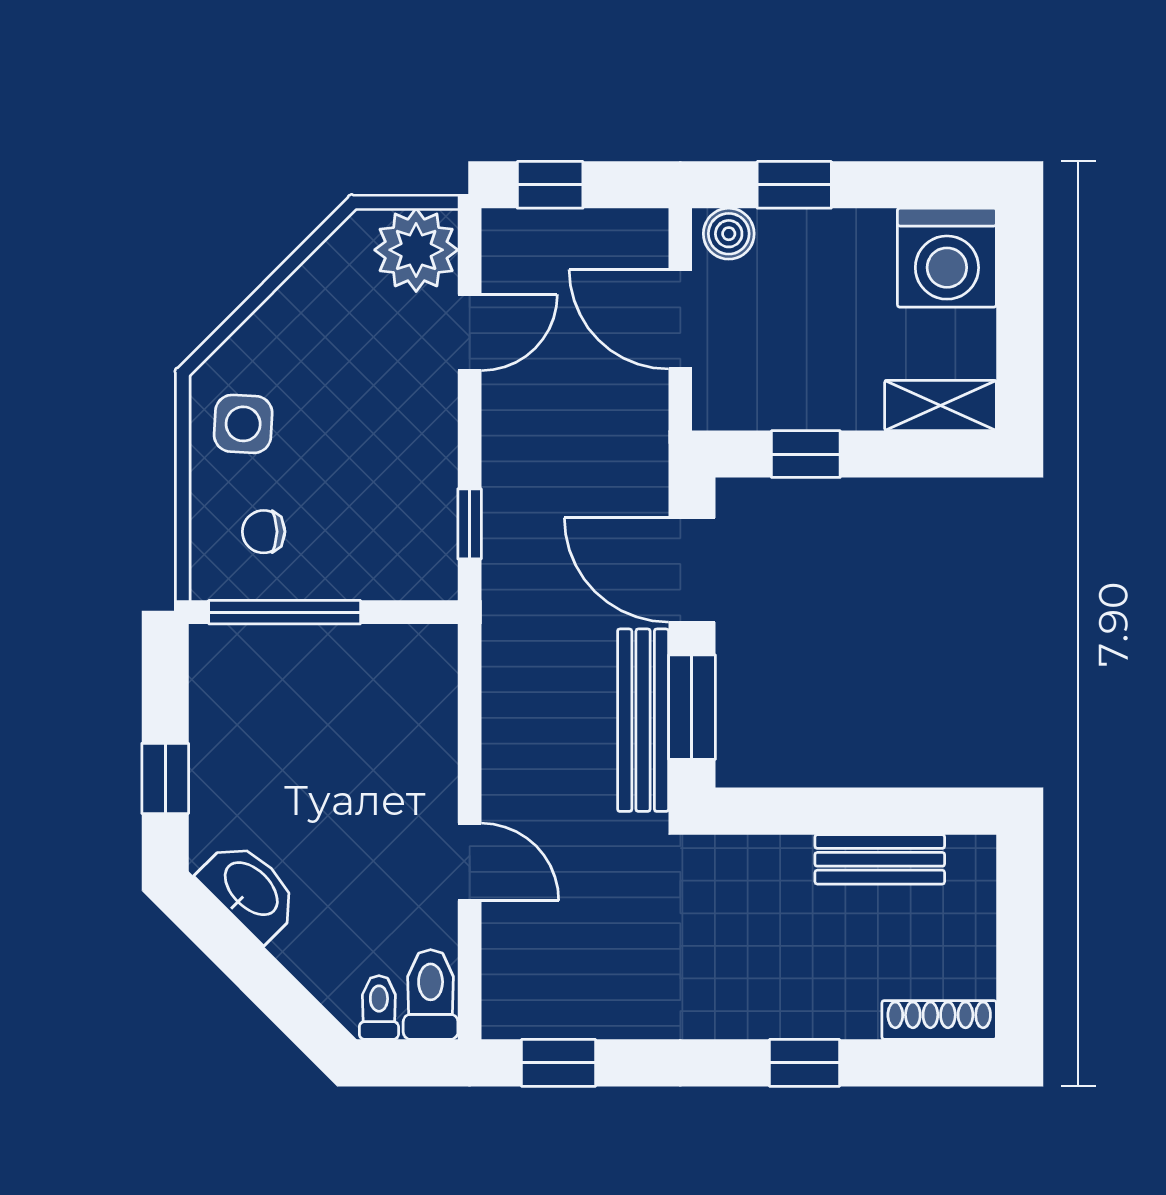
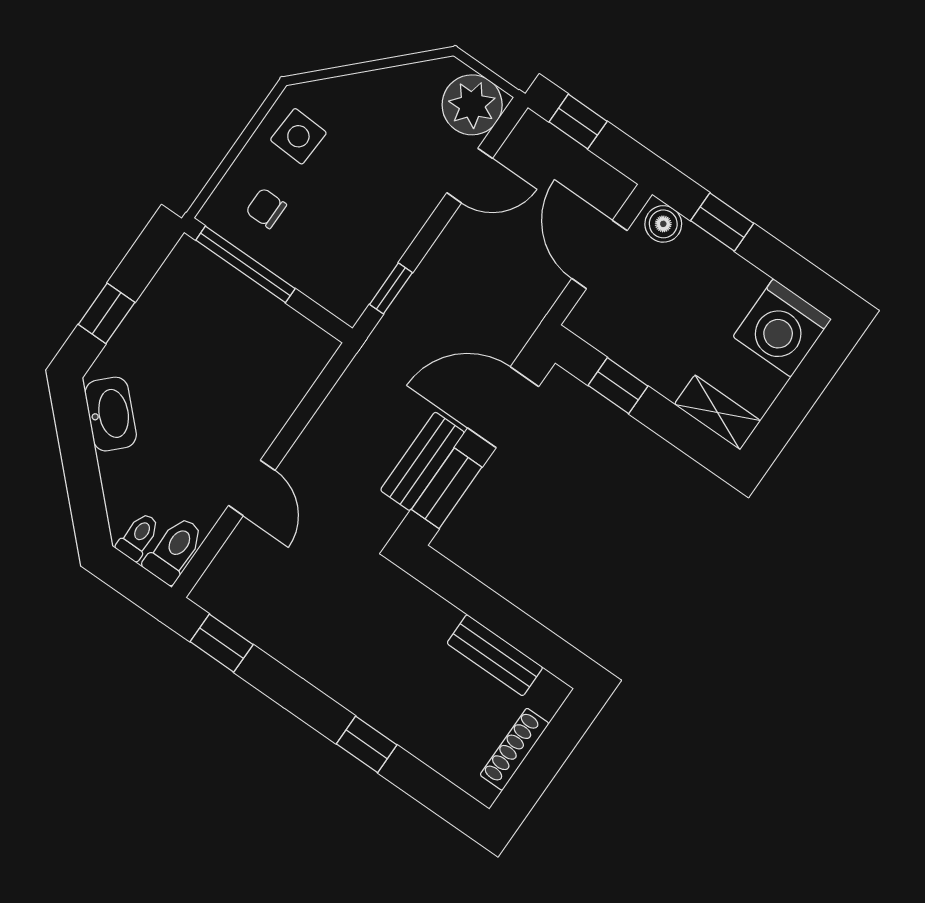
door: (692, 570) -> (503, 407), hinge flipped
bench: (643, 720) -> (422, 461), width x0.73
shoe rack: (939, 1020) -> (515, 749), moved, turned -90

